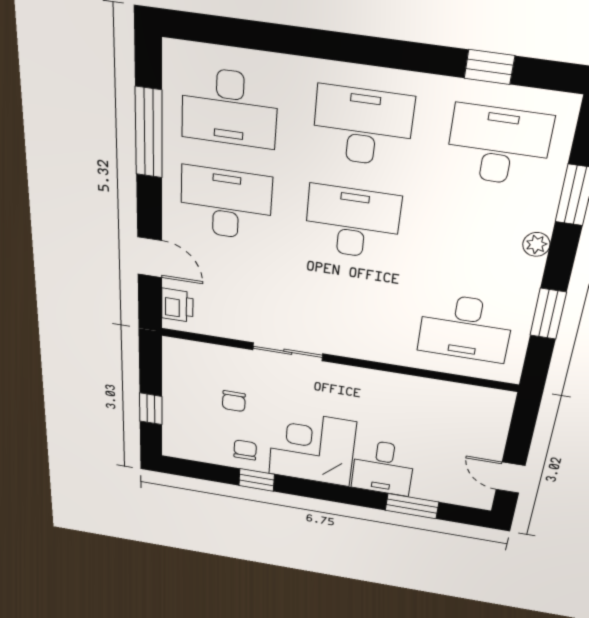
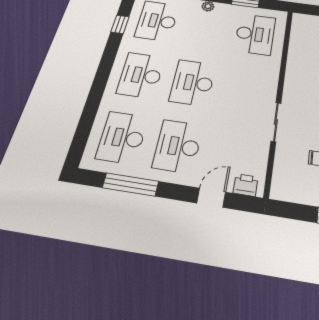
desk: (229, 108) -> (122, 138), turned 180

